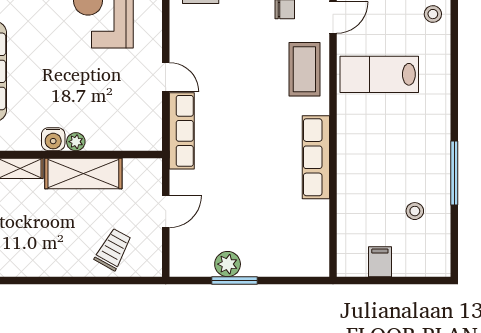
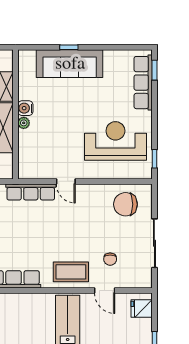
door: (166, 77) -> (66, 181), hinge flipped

